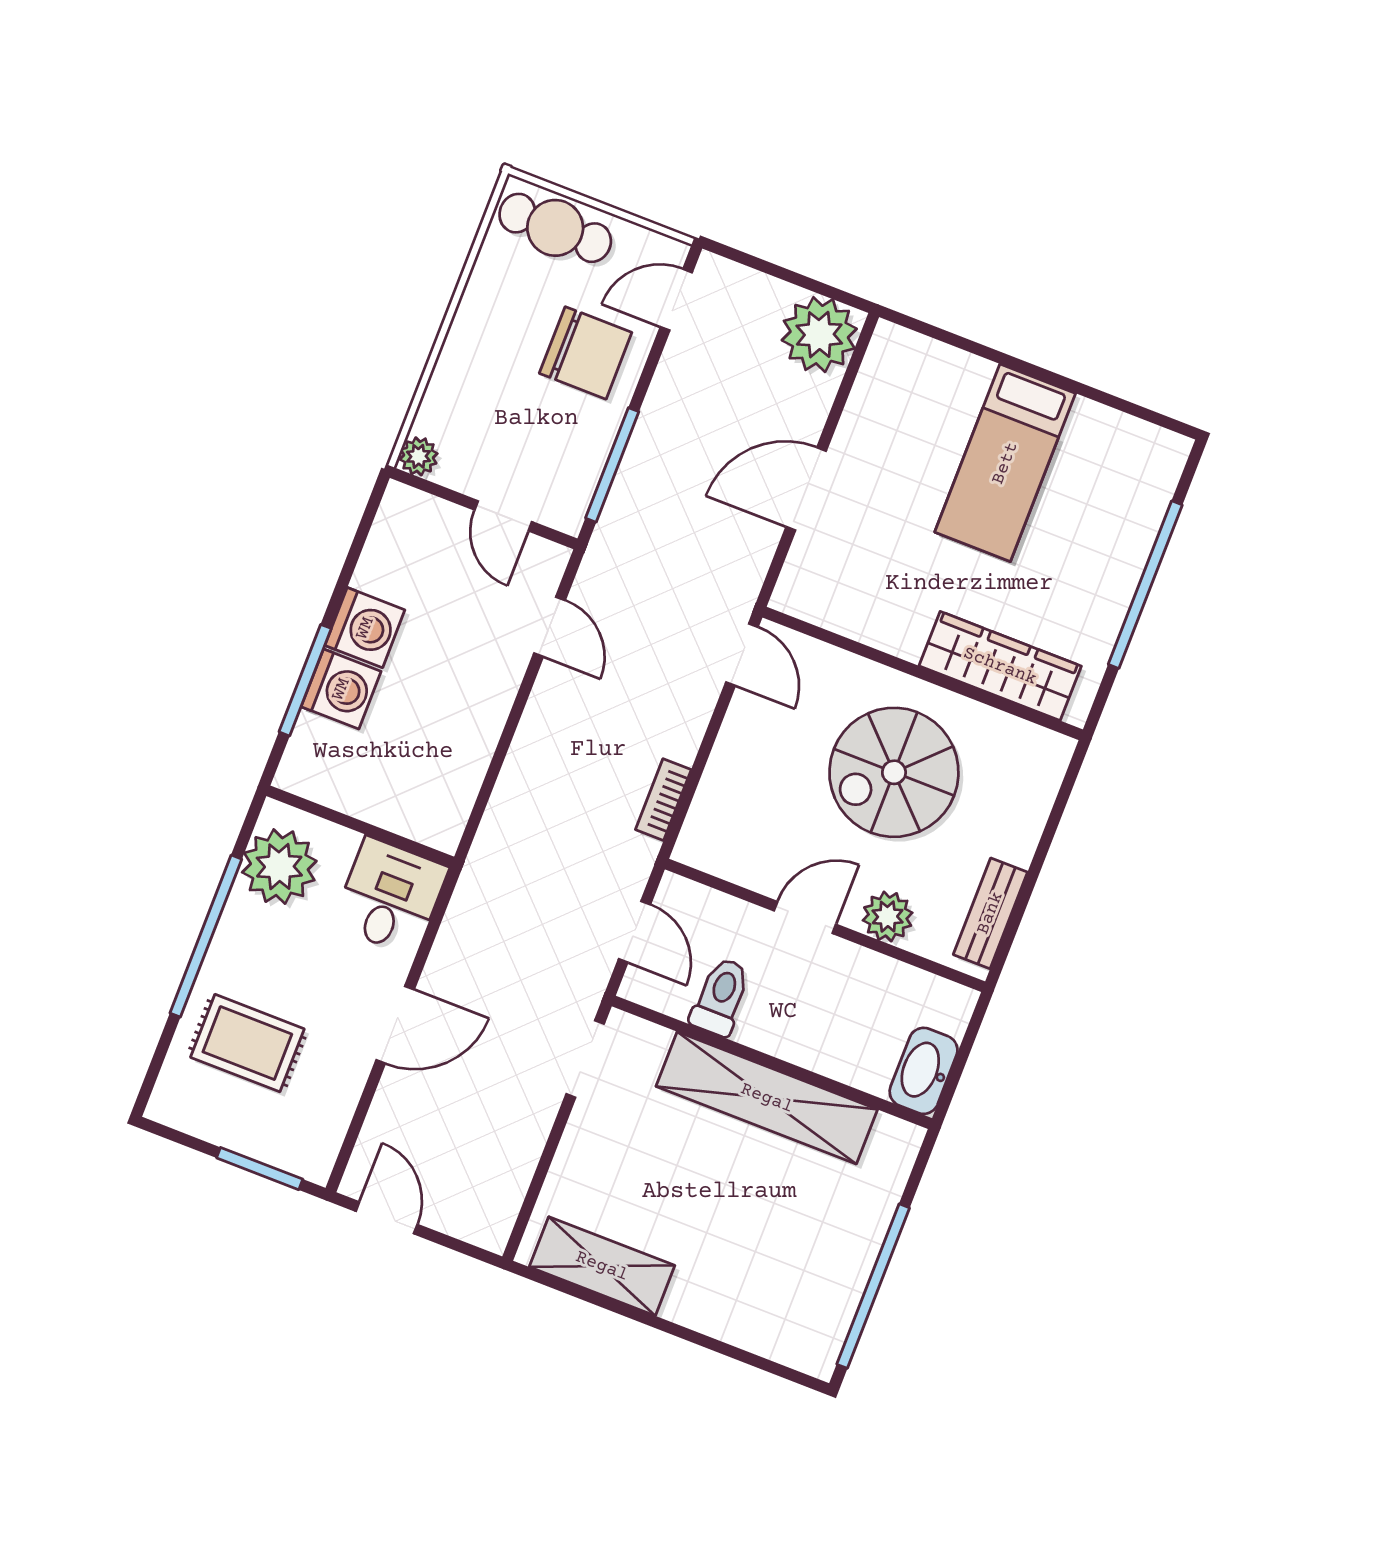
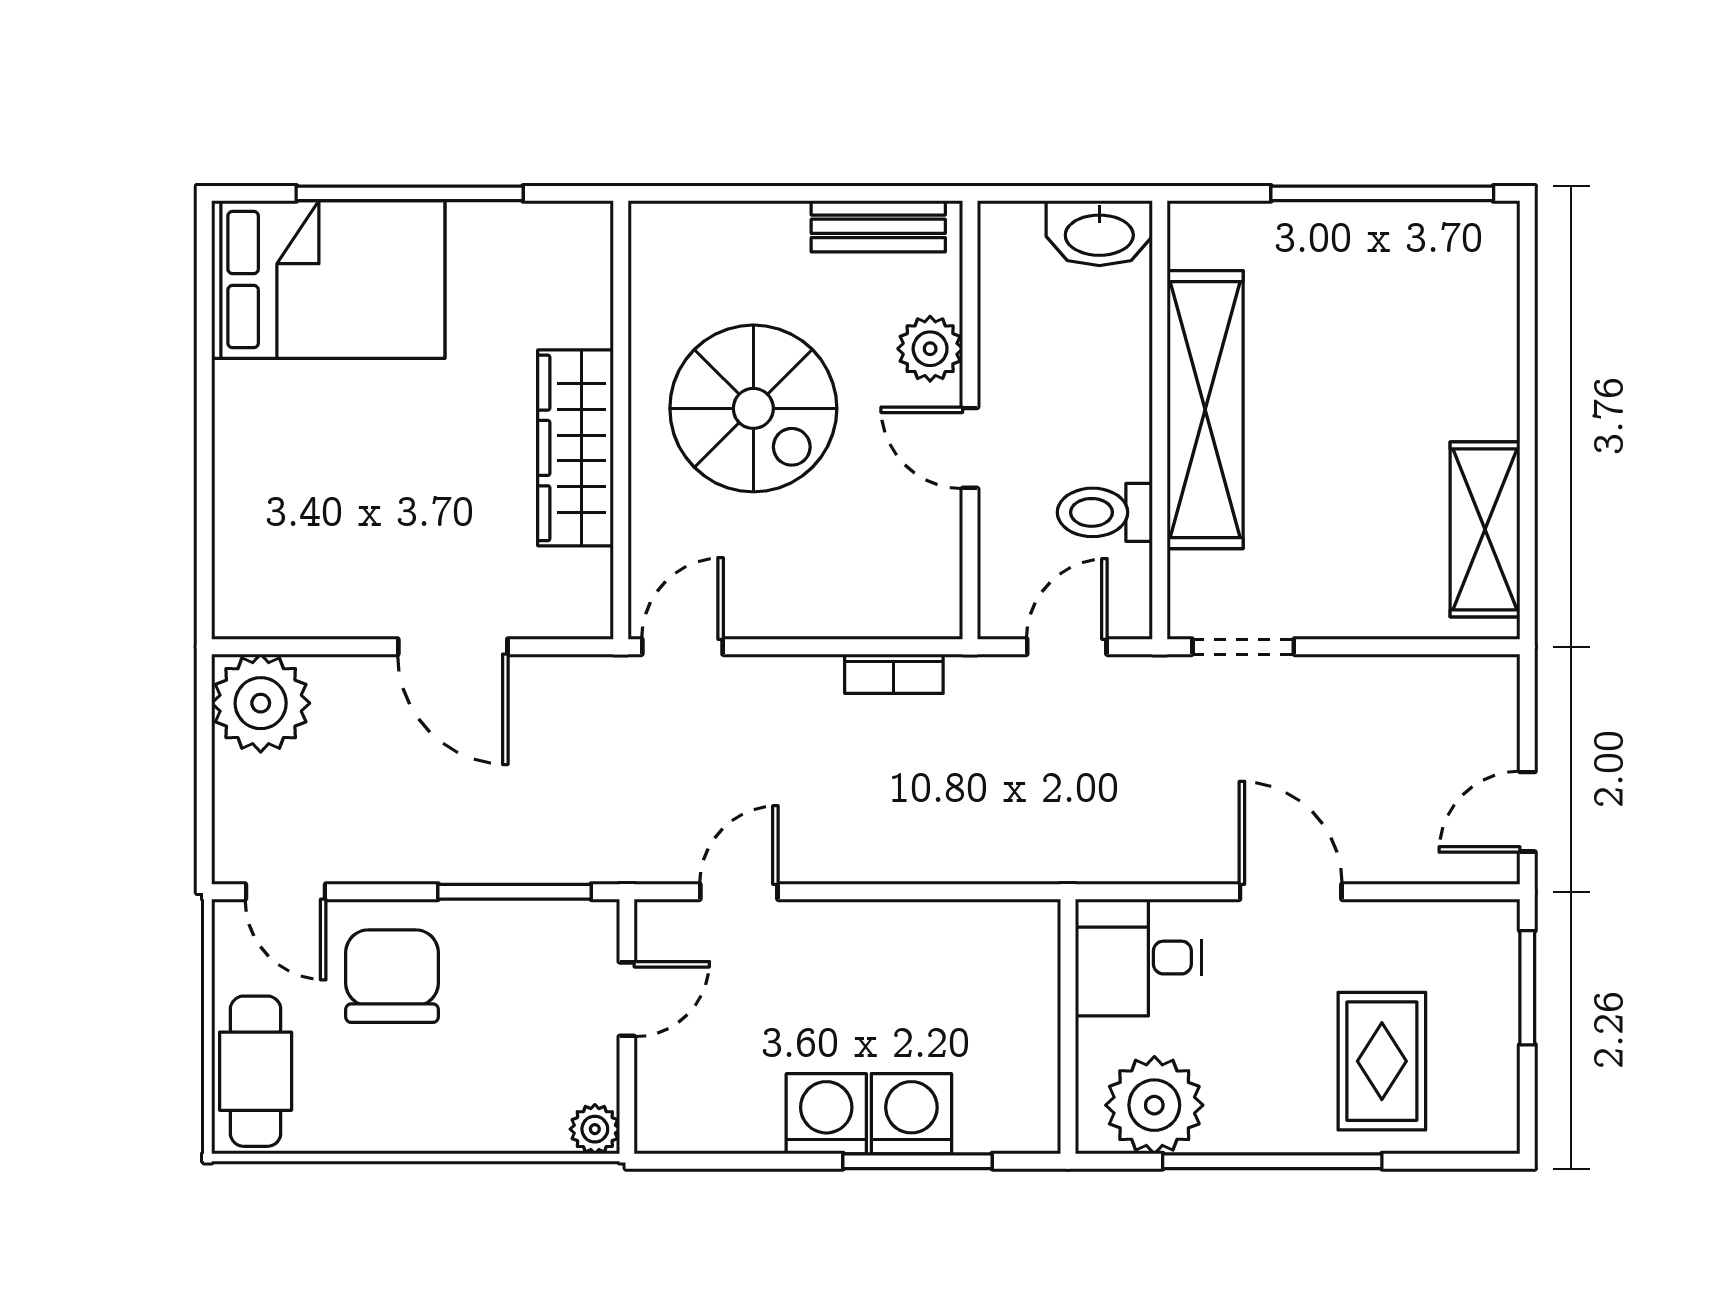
bed: (1005, 463) -> (328, 280), moved, width x1.50
wardrobe: (1000, 666) -> (576, 448), moved

